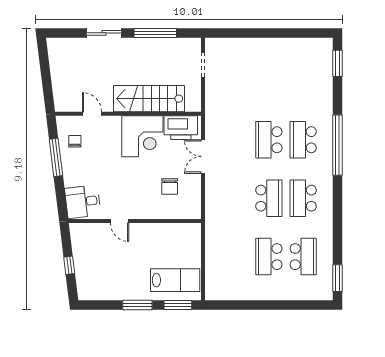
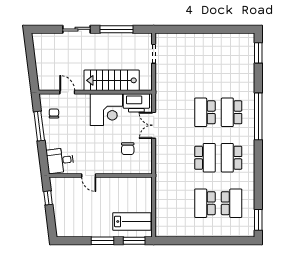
window: (69, 265) -> (48, 198), moved

